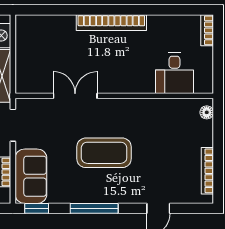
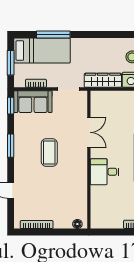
desk: (174, 73) -> (105, 172), moved
coffee table: (104, 153) -> (49, 153), width x0.73, depth x0.76
window: (94, 208) -> (11, 146), width x0.69

